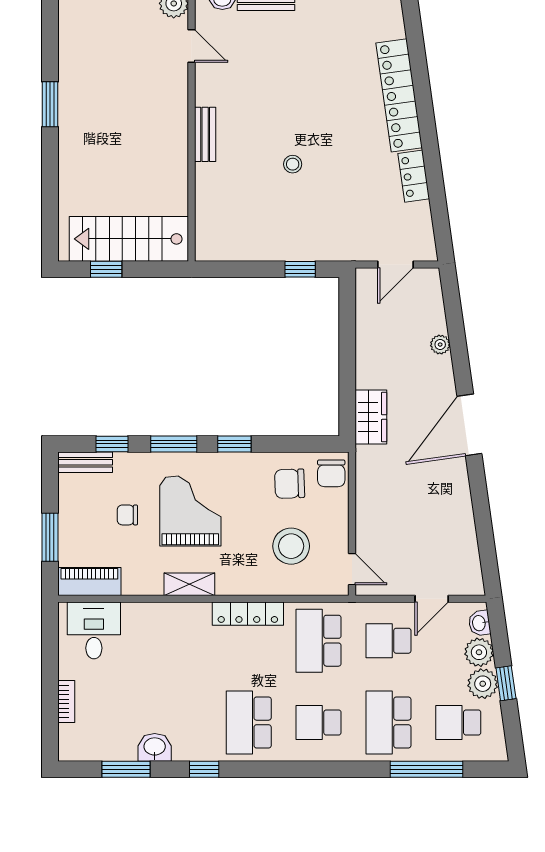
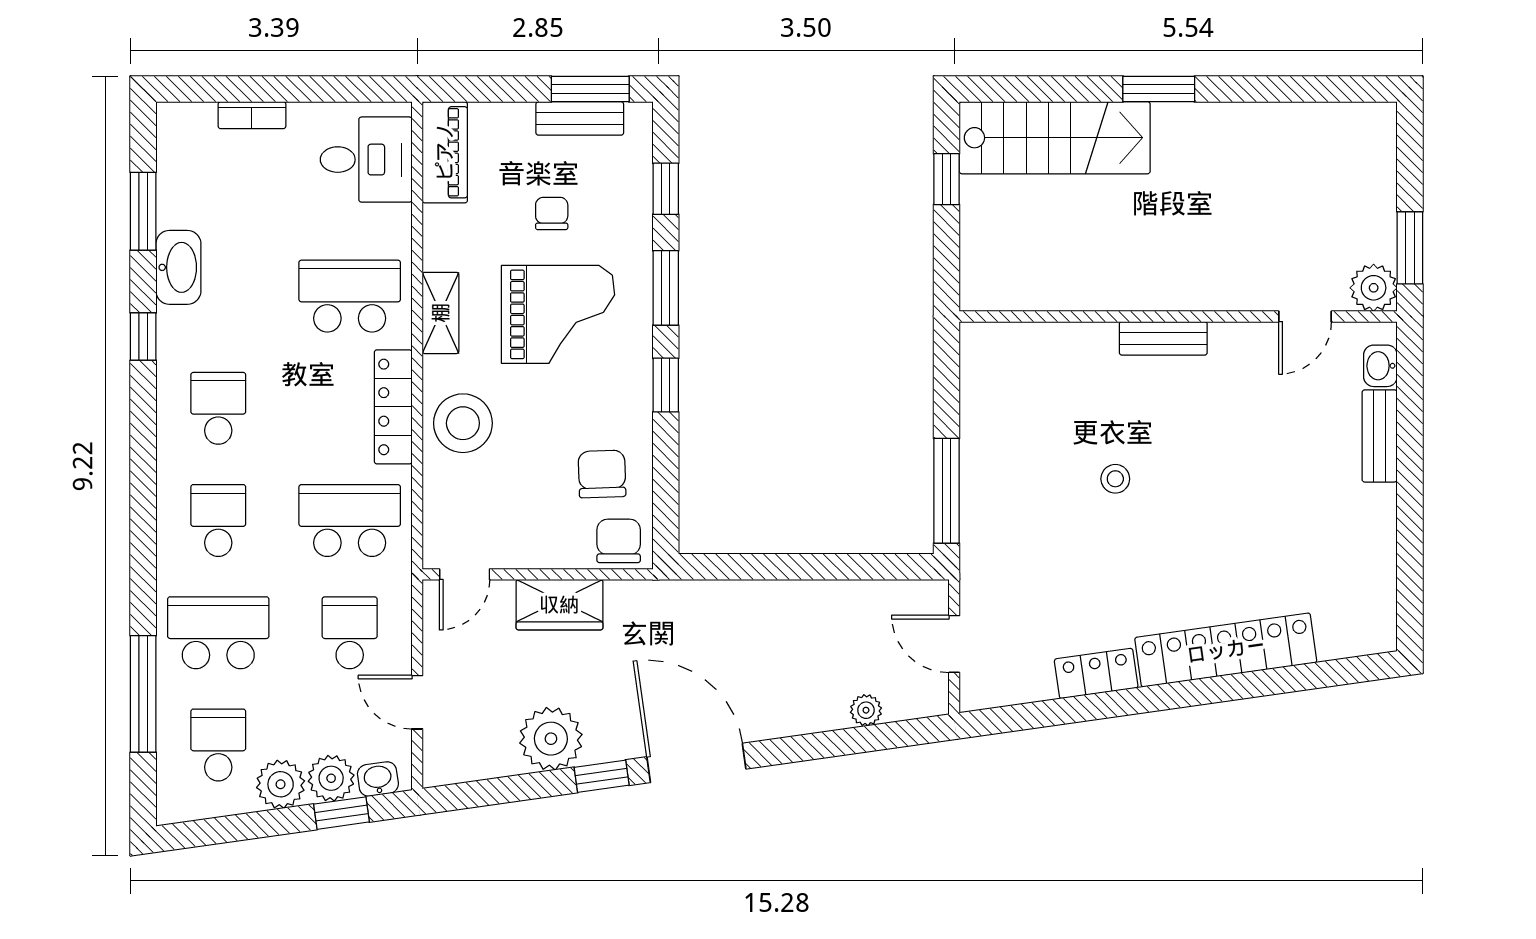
window: (50, 104) -> (1159, 89), moved
stairs: (129, 239) -> (1055, 138), moved, turned 90
window: (300, 269) -> (946, 491), width x2.17
plant: (440, 345) -> (866, 710), moved
wardrobe: (371, 417) -> (559, 605), moved
bench: (85, 462) -> (580, 118), moved, turned 90
chair: (331, 473) -> (619, 541), turned 90
window: (478, 484) -> (602, 776), added
plant: (454, 515) -> (551, 739), added
window: (50, 537) -> (590, 89), moved
stool: (291, 546) -> (463, 423), moved
school desk: (179, 641) -> (350, 296), added
window: (506, 683) -> (341, 813), moved
school desk: (249, 722) -> (218, 408), width x0.54
washbasin: (155, 747) -> (178, 267), width x1.38

